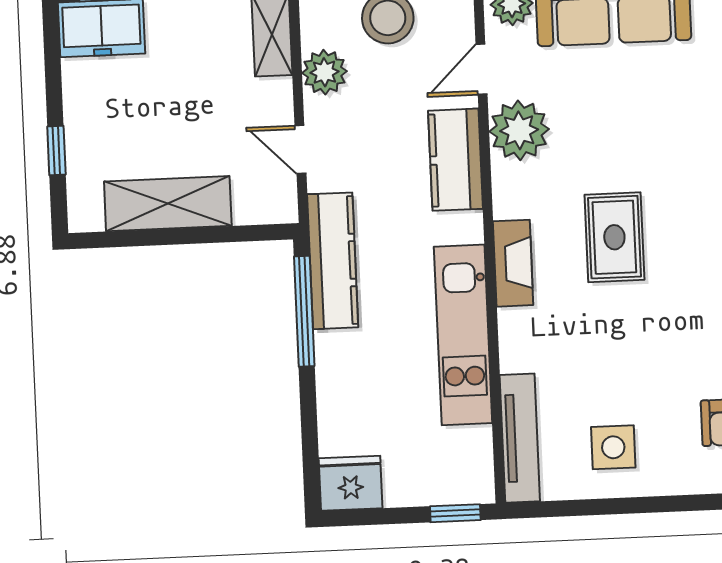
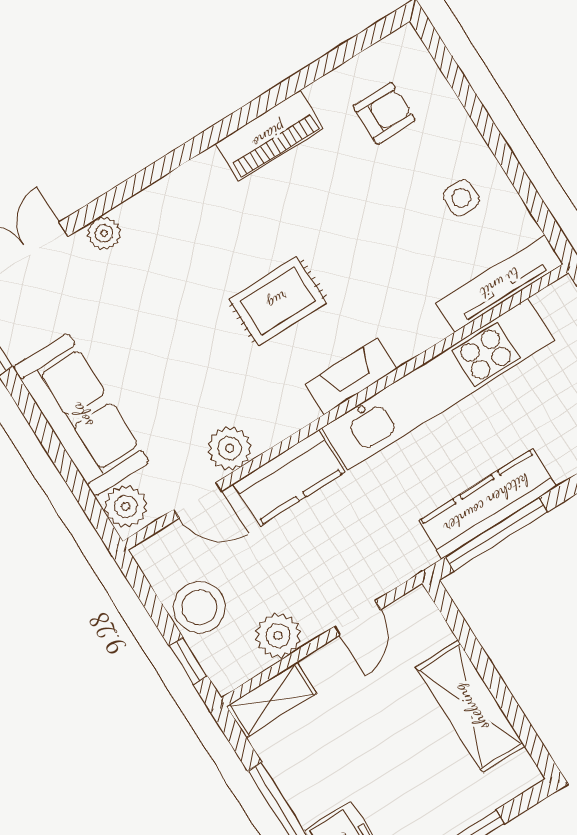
plant: (519, 130) -> (230, 448), width x0.73, depth x0.73
kitchen counter: (333, 261) -> (487, 504), moved
kitchen unit: (463, 335) -> (438, 384), width x1.36
side table: (613, 447) -> (461, 198), width x0.73, depth x0.73

